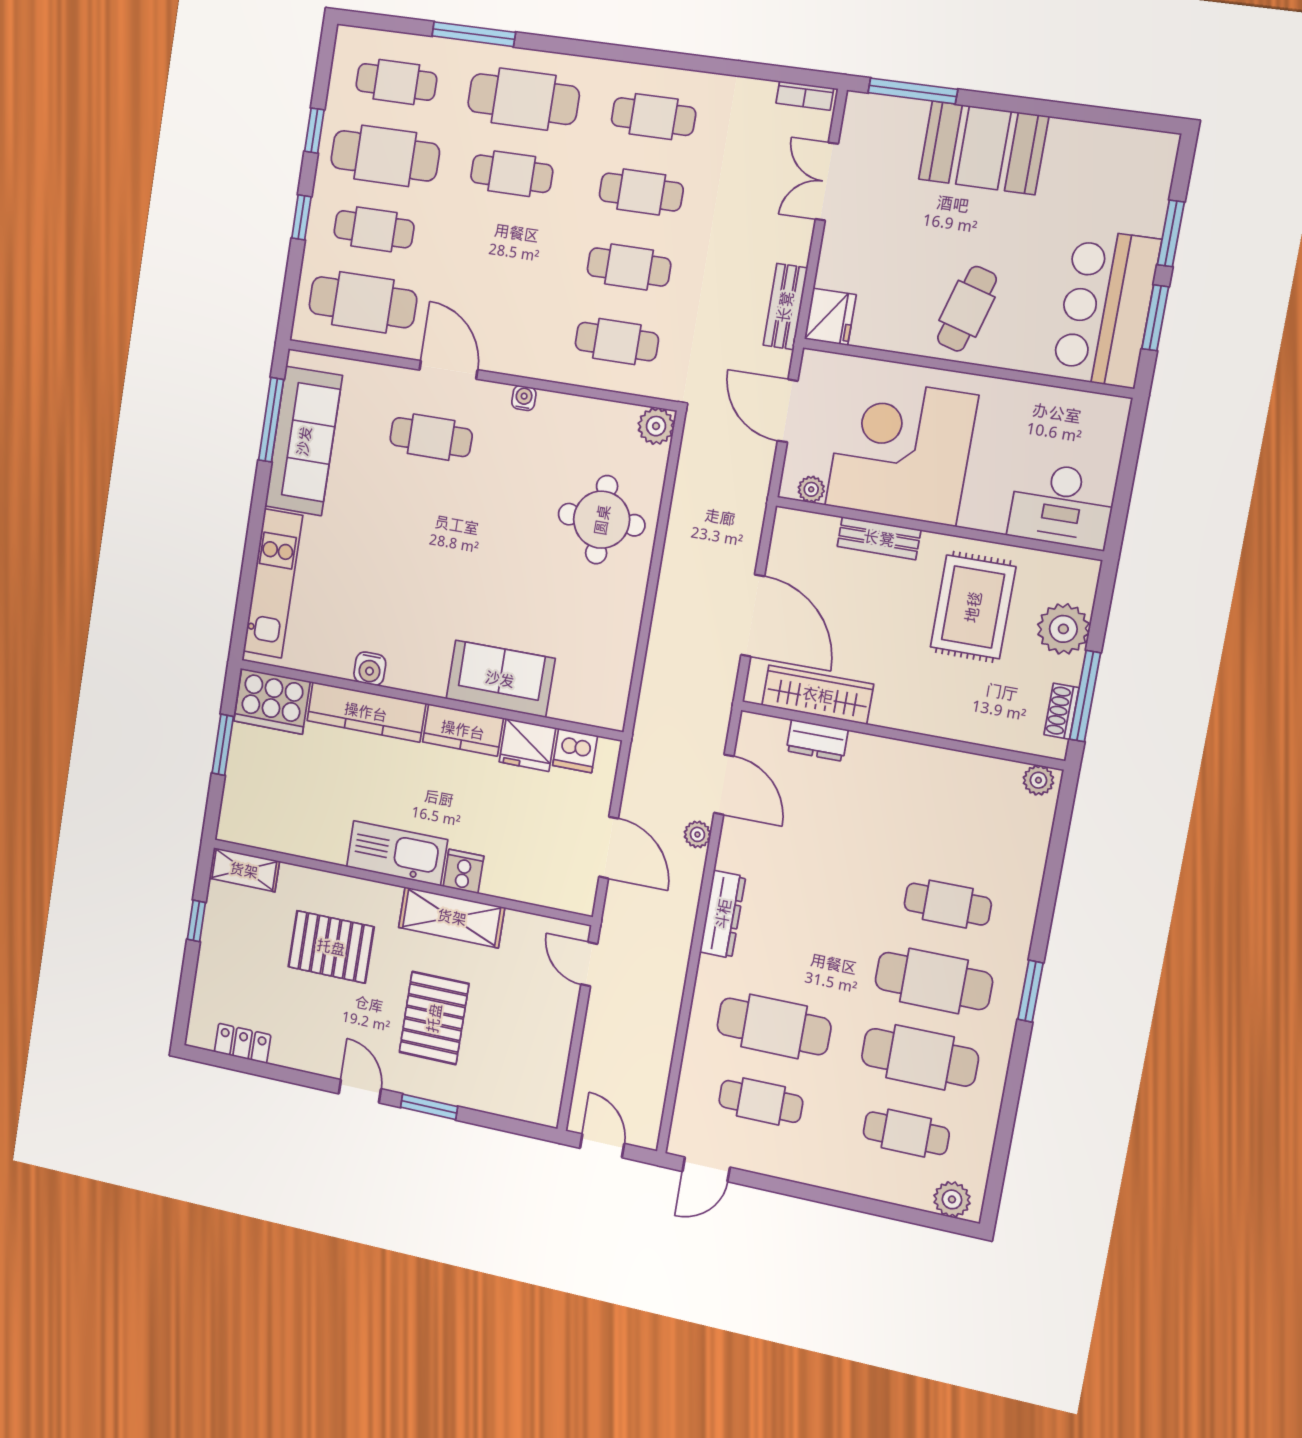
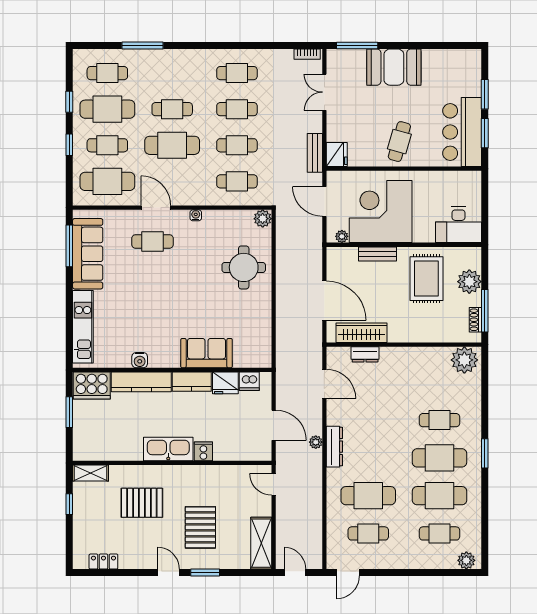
cafe table: (523, 99) -> (172, 145), moved
plant: (1038, 780) -> (464, 360), width x1.88, depth x1.88
plant: (697, 834) -> (316, 442), moved
shelving: (452, 917) -> (261, 543), moved, turned 90

